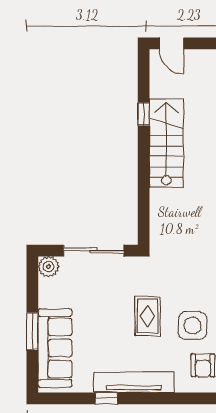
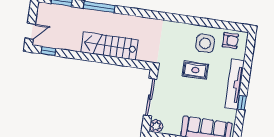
window: (144, 114) -> (48, 51), moved
stairs: (166, 143) -> (109, 46), moved

